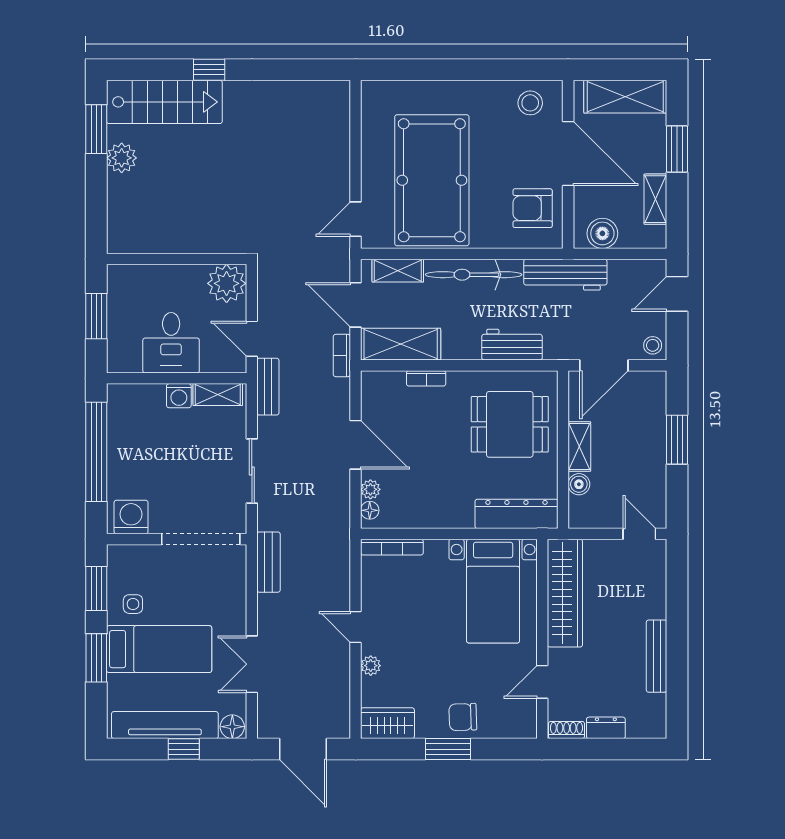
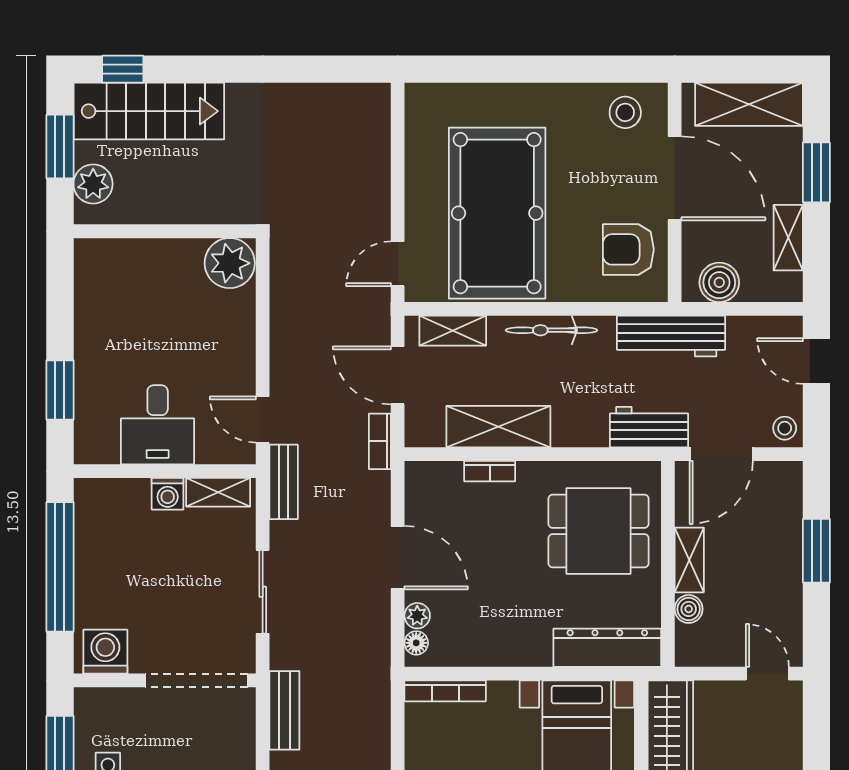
window: (209, 70) -> (123, 69), moved
wall: (177, 259) -> (165, 231), moved
bicycle: (474, 275) -> (551, 330), width x0.73, depth x0.71
plant: (227, 283) -> (230, 263), moved
door: (677, 294) -> (816, 361), hinge flipped
shelving: (401, 344) -> (498, 427), moved
workbench: (512, 345) -> (649, 427), moved

